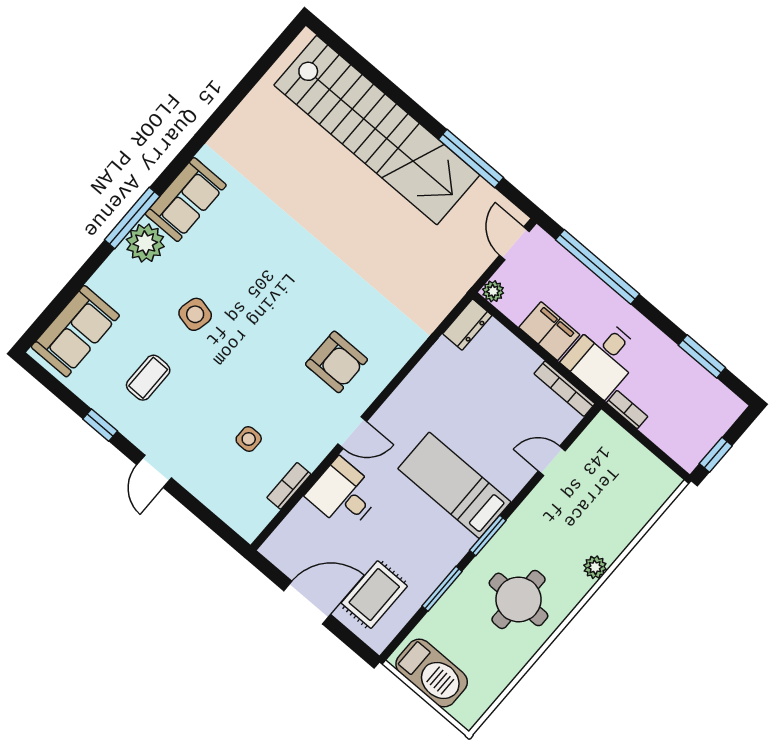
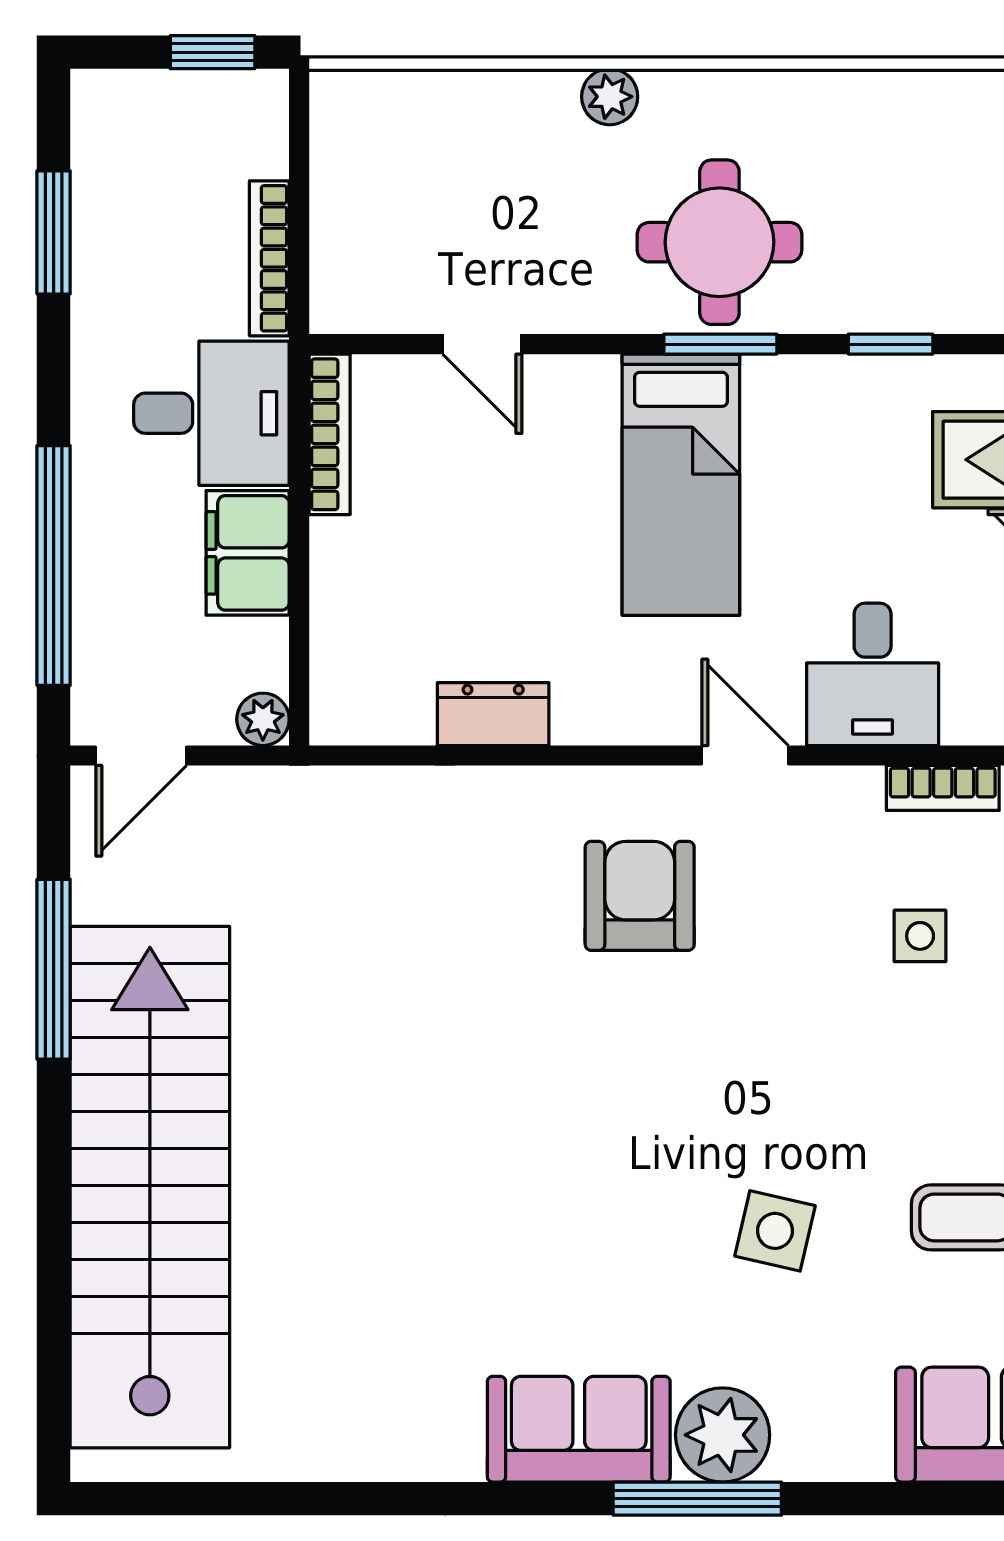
dresser: (467, 325) -> (493, 714), moved
bookcase: (627, 410) -> (269, 258), width x1.56
window: (442, 589) -> (891, 344), width x0.67
round table: (518, 599) -> (719, 242), moved

